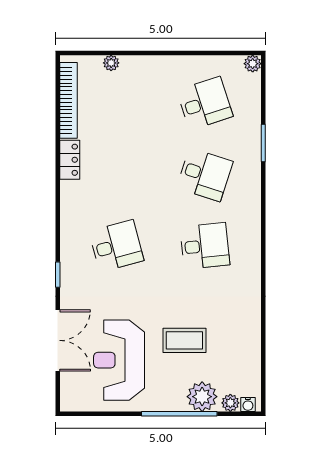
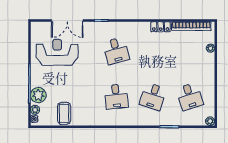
coffee table: (184, 340) -> (64, 113), moved

